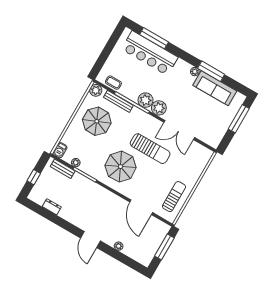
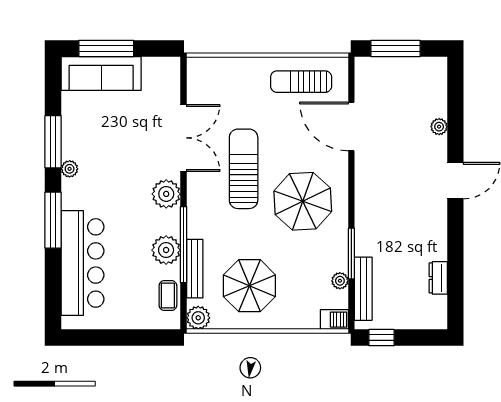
window: (154, 38) -> (53, 220), moved
sofa: (215, 88) -> (101, 74), moved, turned 90
plant: (145, 100) -> (166, 250), moved
bench: (63, 169) -> (363, 289), width x1.36
window: (34, 177) -> (381, 338), moved
door: (141, 207) -> (351, 126), swing flipped

